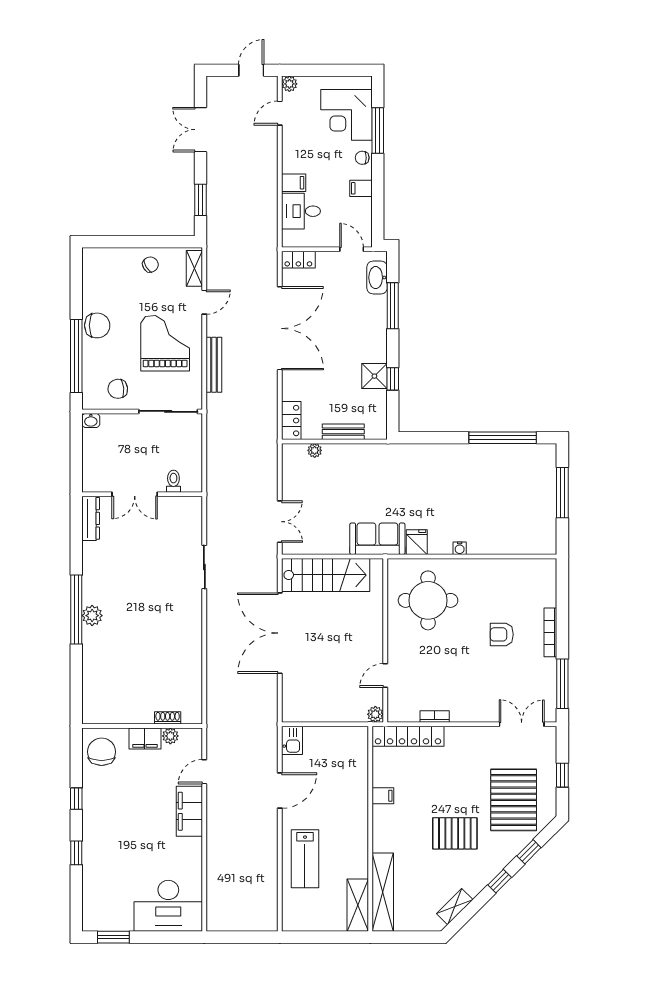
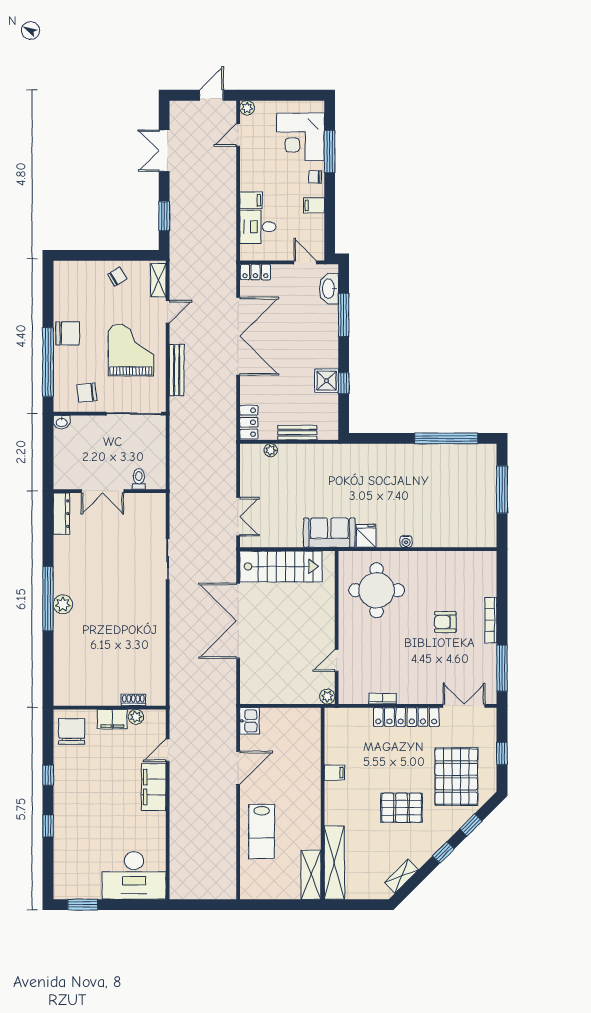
locker: (408, 736) -> (406, 717), moved

